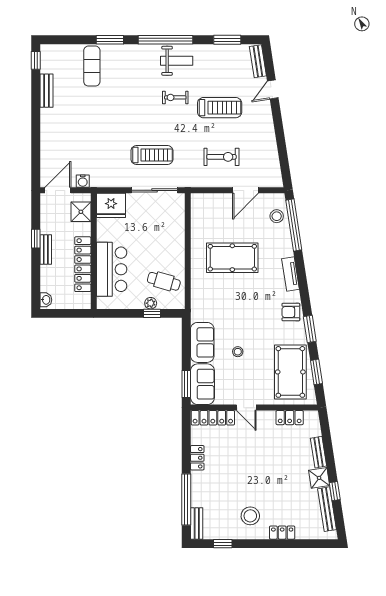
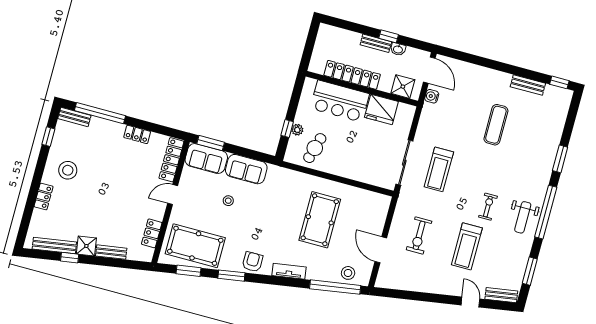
exercise mat: (92, 66) -> (496, 125), moved, turned 90
fridge: (111, 205) -> (381, 109), moved, turned -90
washbasin: (46, 300) -> (398, 49), moved

